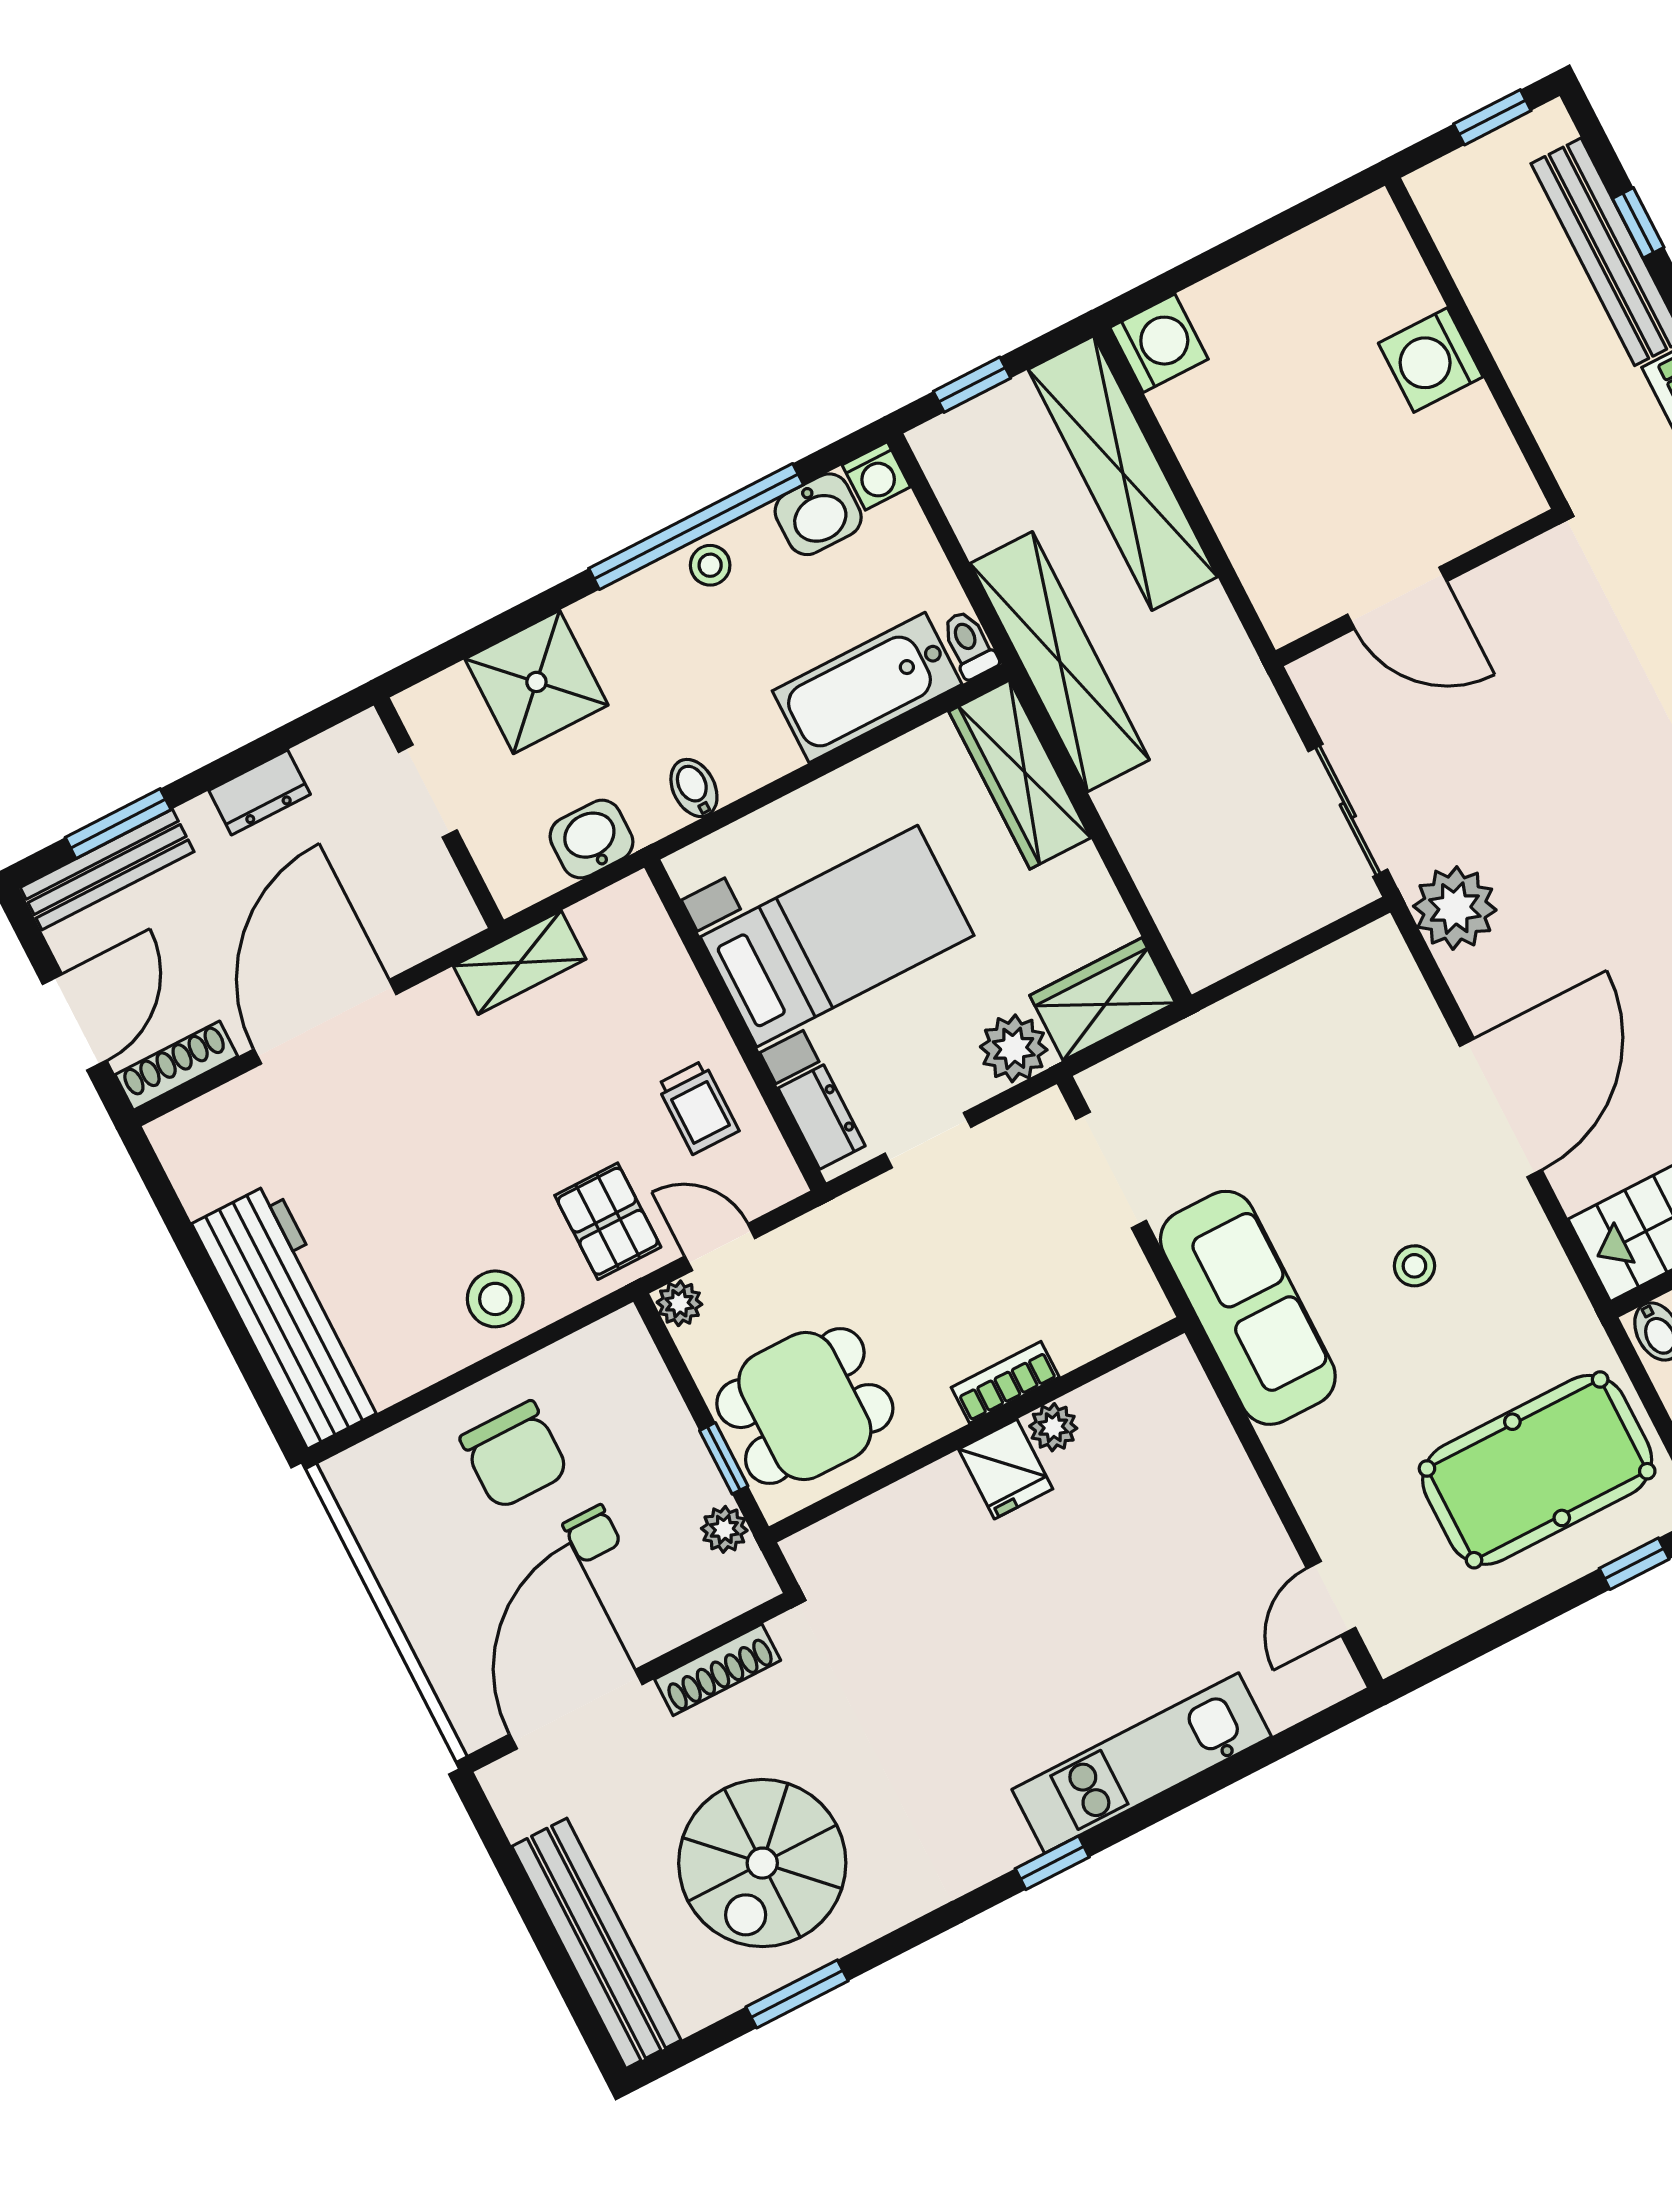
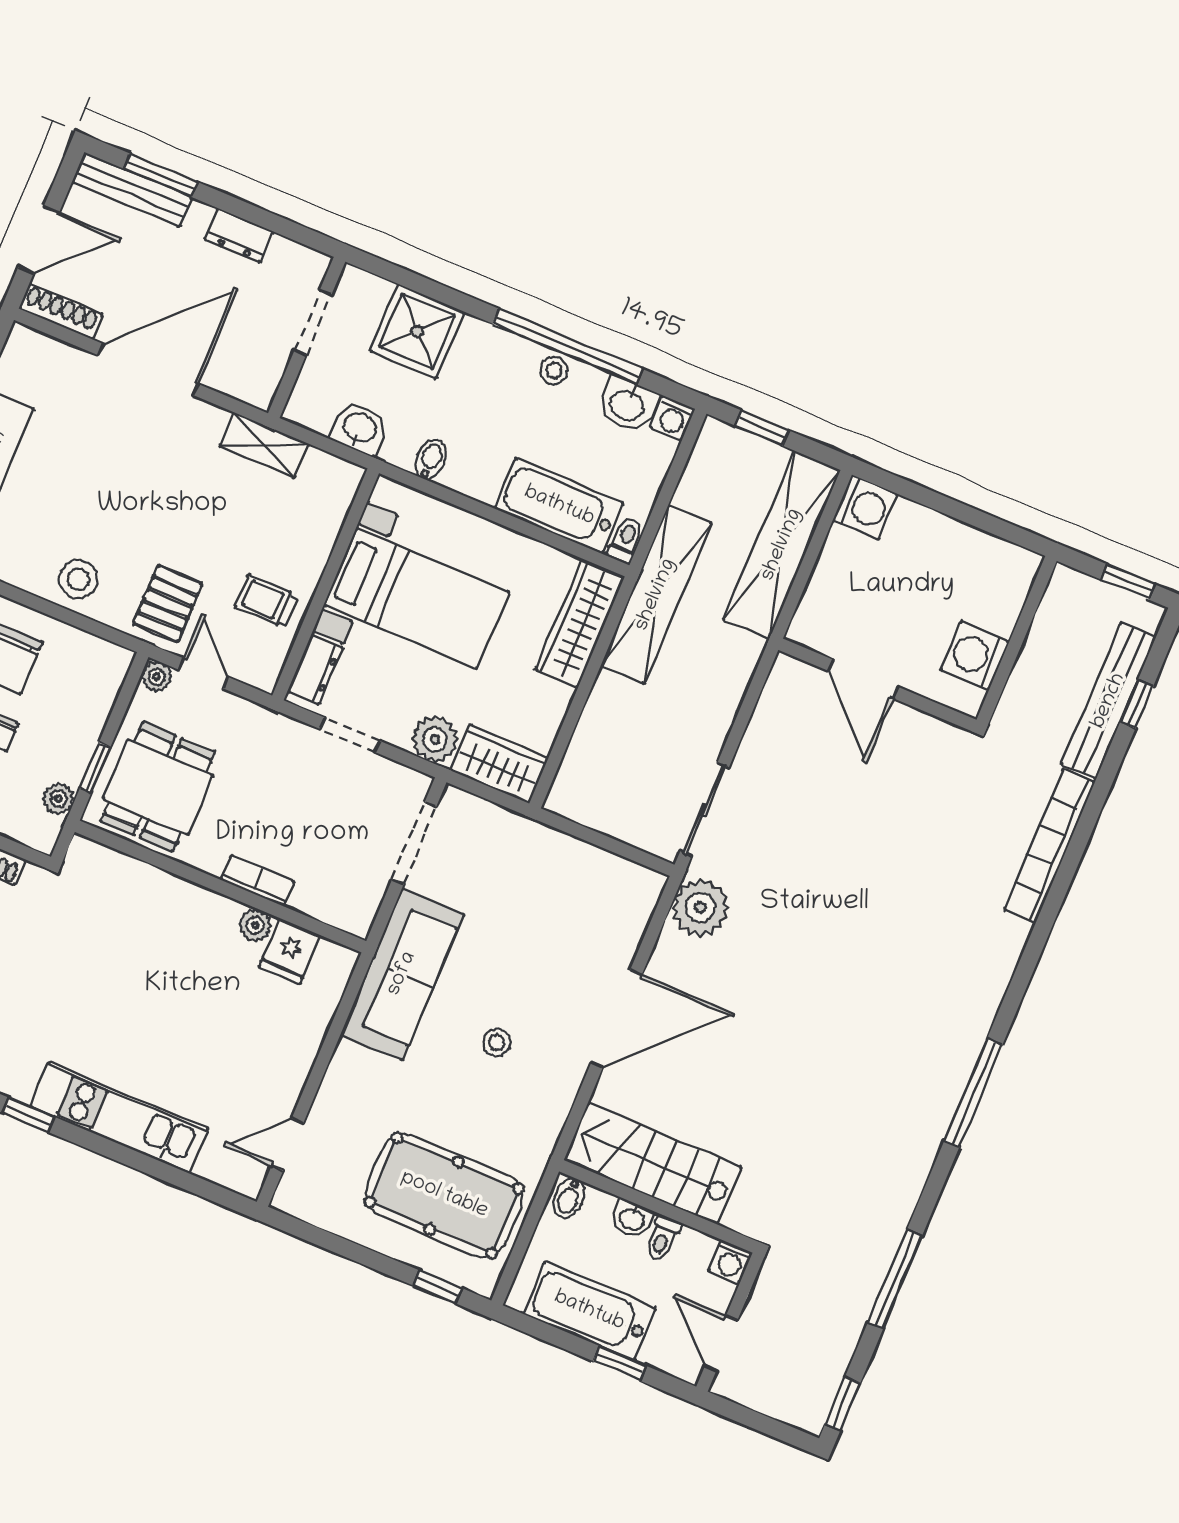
wall: (1417, 588) -> (877, 685), moved
door: (1397, 598) -> (863, 679), moved
trolley: (698, 1108) -> (266, 601), turned 90
dining table: (805, 1406) -> (158, 787), turned 90
fridge: (1006, 1469) -> (290, 951), moved

